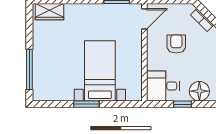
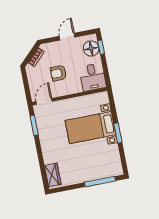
door: (144, 19) -> (44, 101), hinge flipped
window: (182, 104) -> (101, 47), moved

